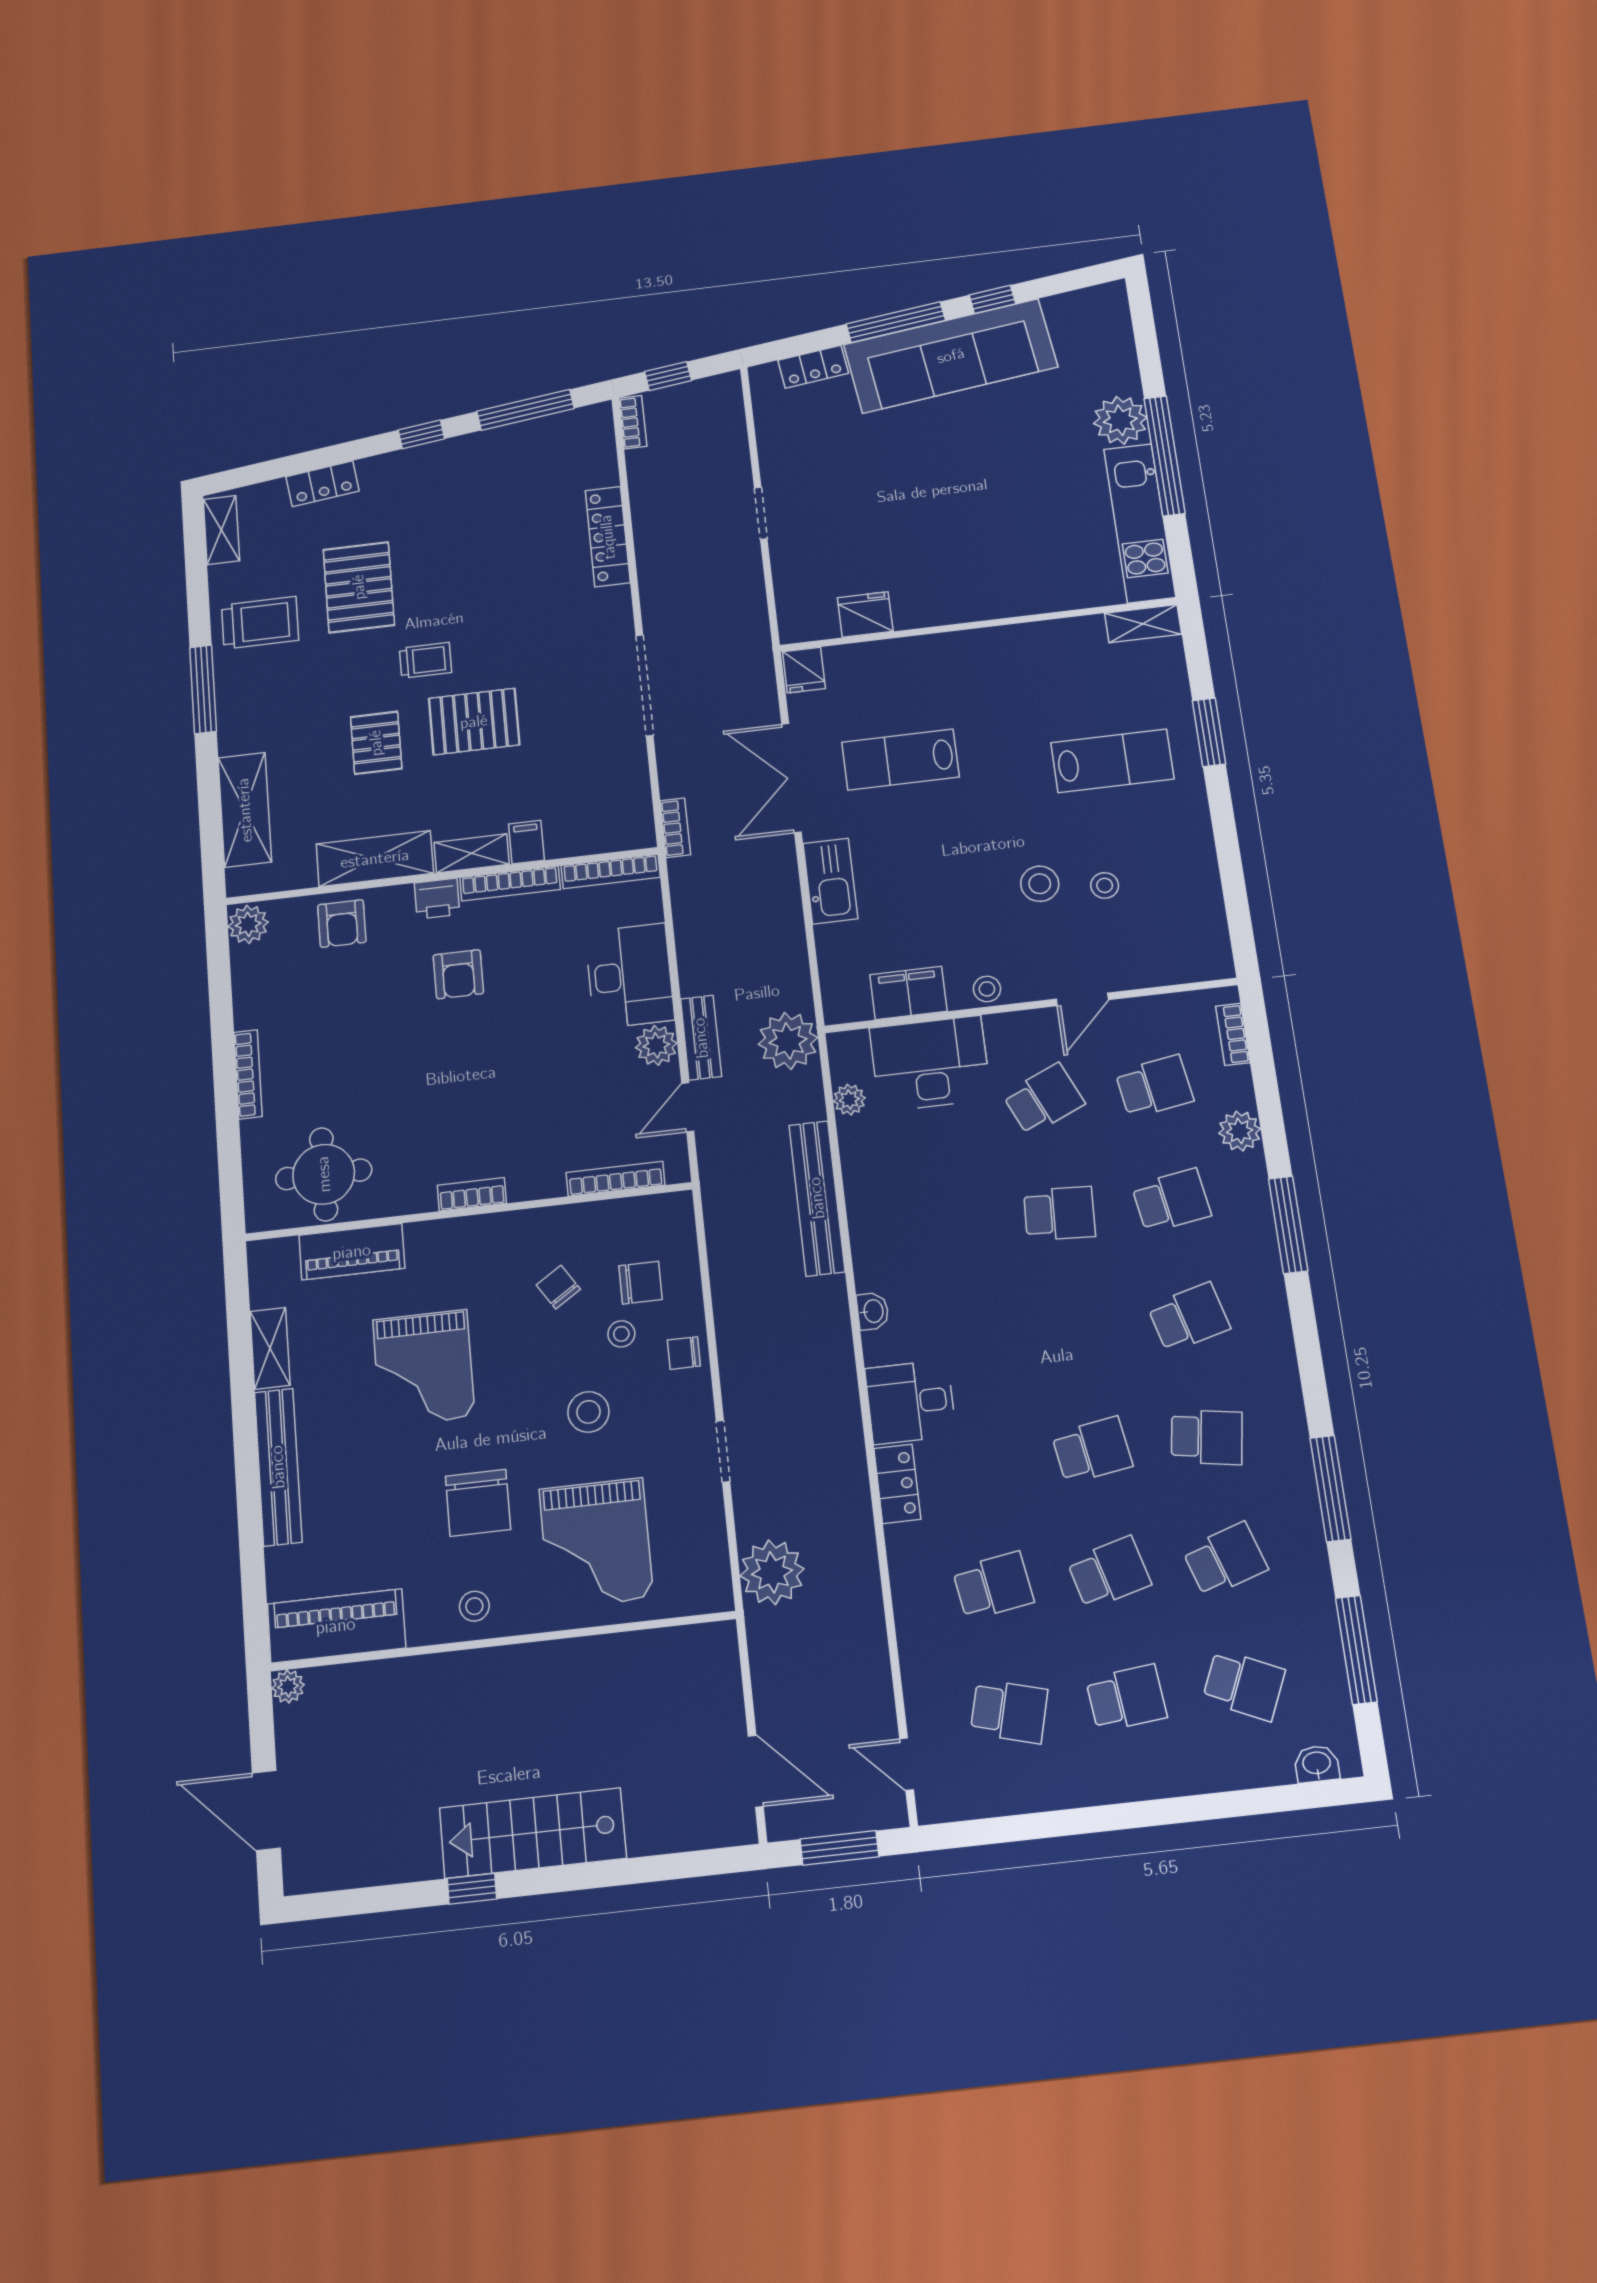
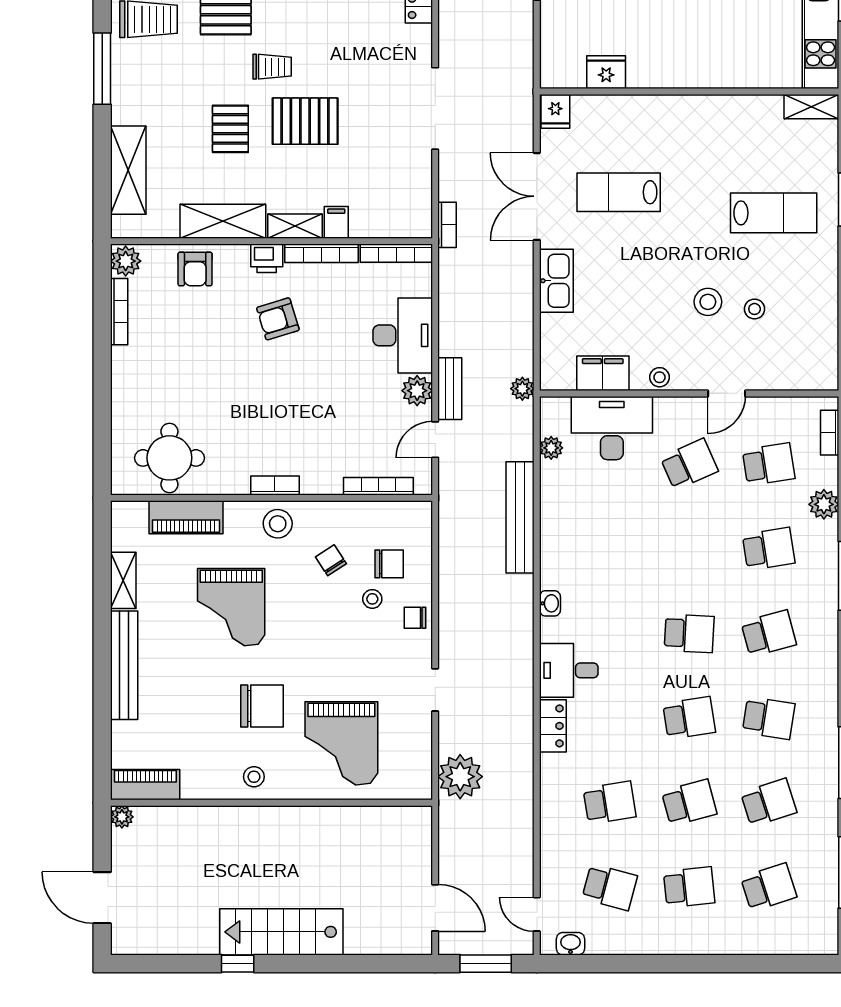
armchair: (458, 974) -> (278, 319), turned 73
plant: (788, 1041) -> (522, 389), width x0.53, depth x0.53
bookcase: (248, 1074) -> (119, 312), moved
school desk: (1059, 1213) -> (689, 633), moved
stool: (588, 1412) -> (278, 524), moved
chair: (478, 1503) -> (262, 706), turned -90
piano: (336, 1626) -> (145, 785), width x0.73, depth x0.75
school desk: (1244, 1685) -> (769, 887), turned -42
washbasin: (1317, 1764) -> (571, 944), moved

